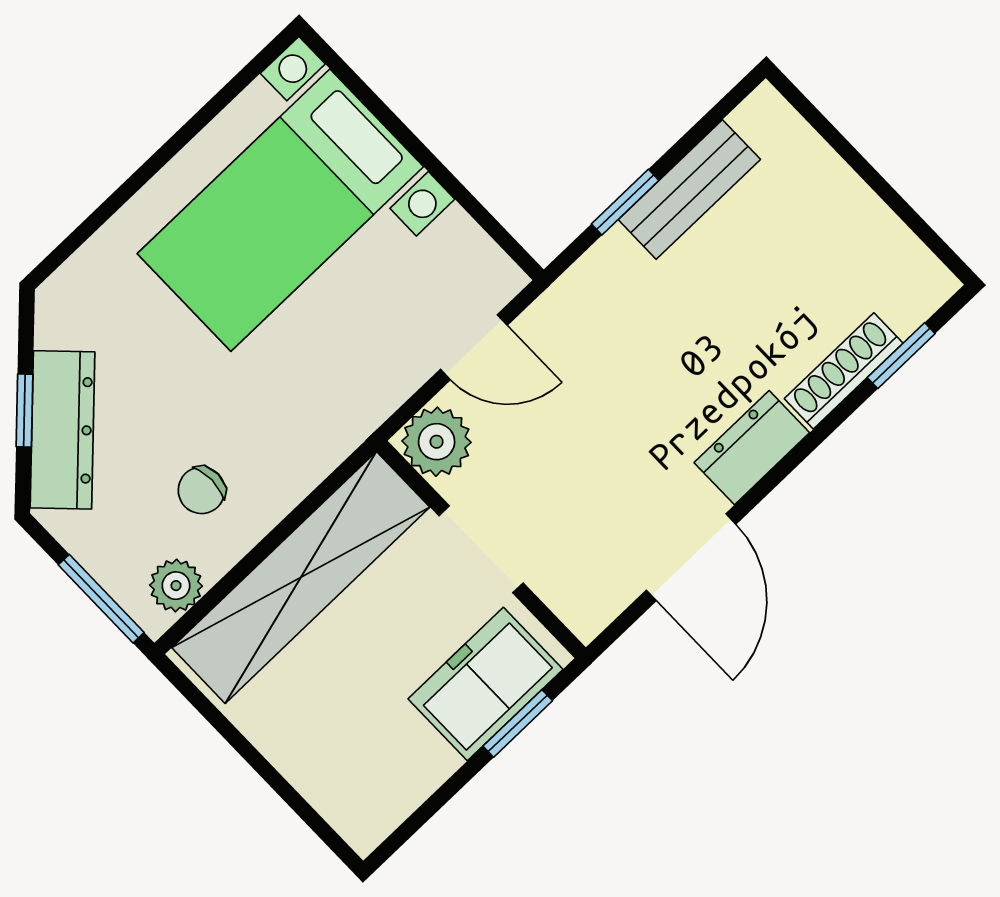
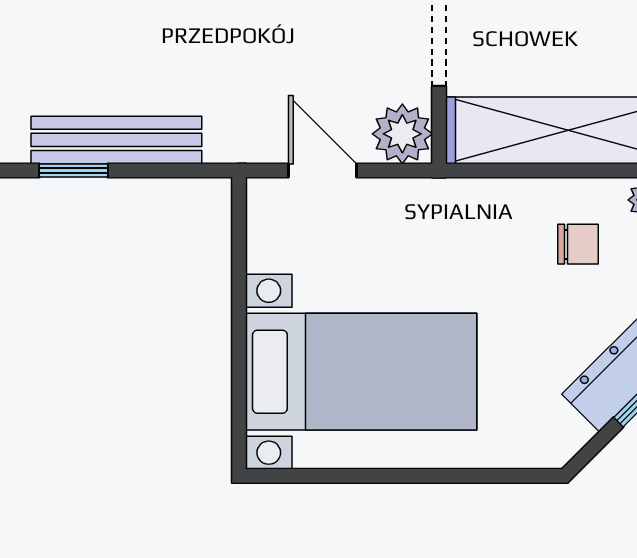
bench: (689, 190) -> (116, 140), width x1.36
window: (625, 202) -> (74, 170), moved

